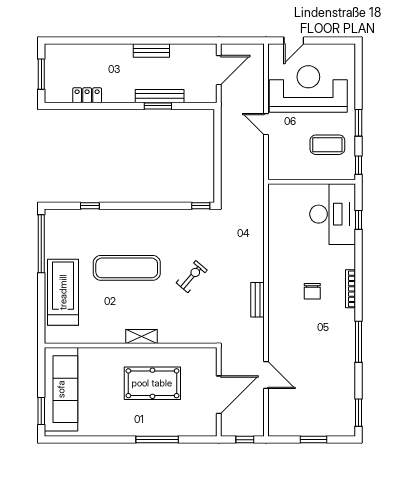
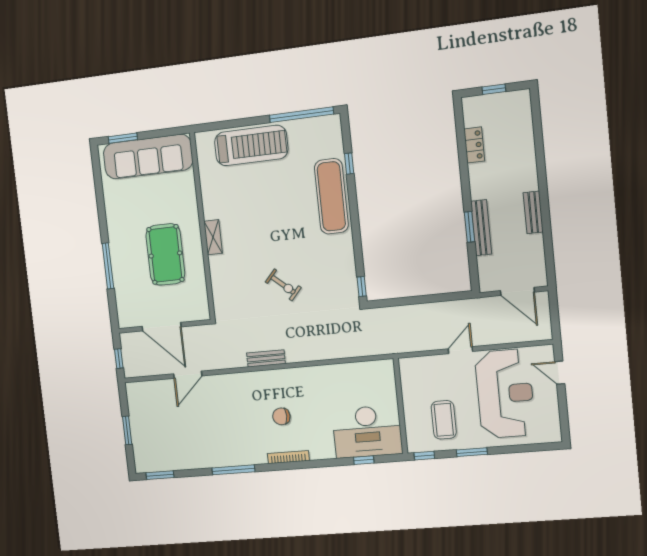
window: (41, 74) -> (494, 89), width x0.67
exercise mat: (127, 268) -> (331, 196), moved

